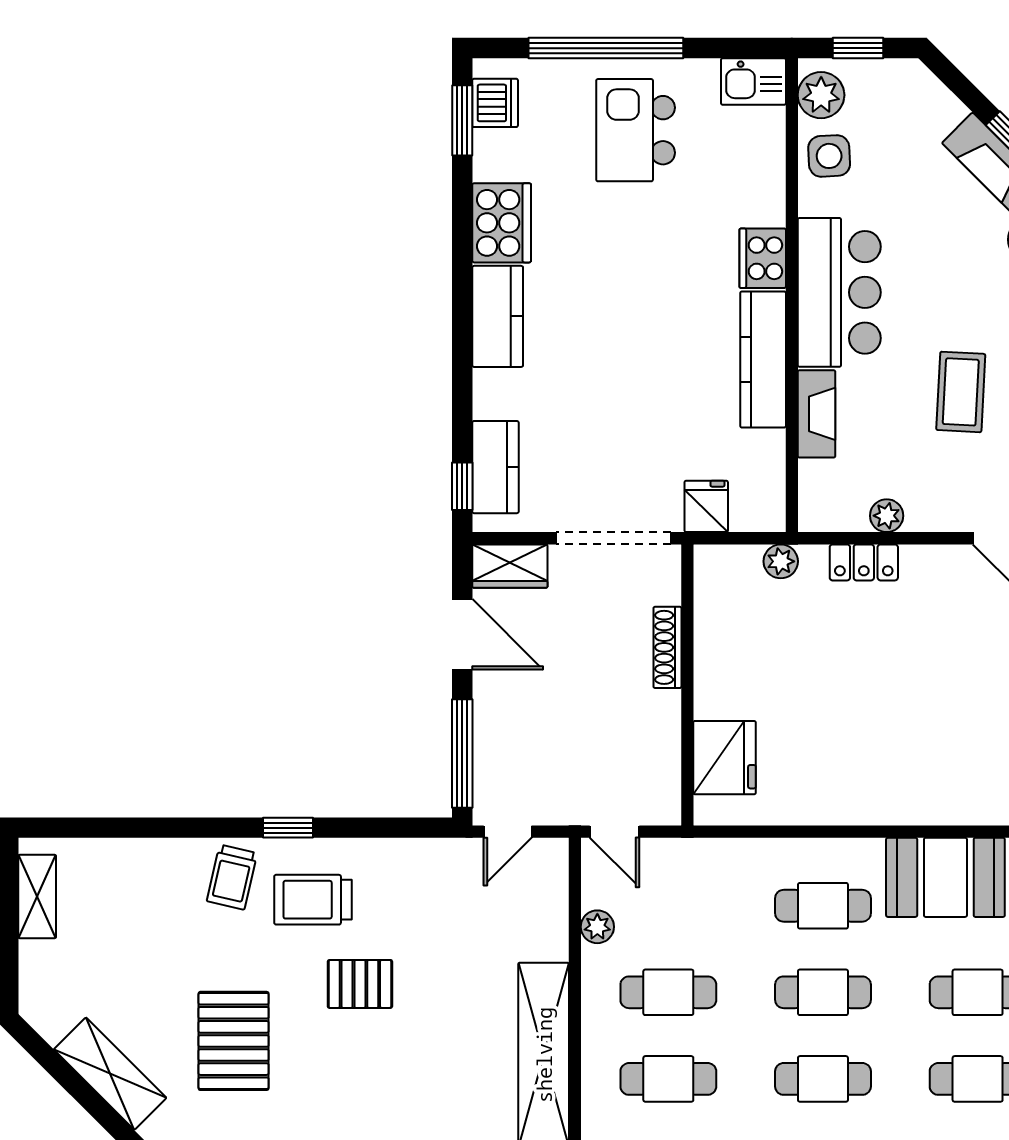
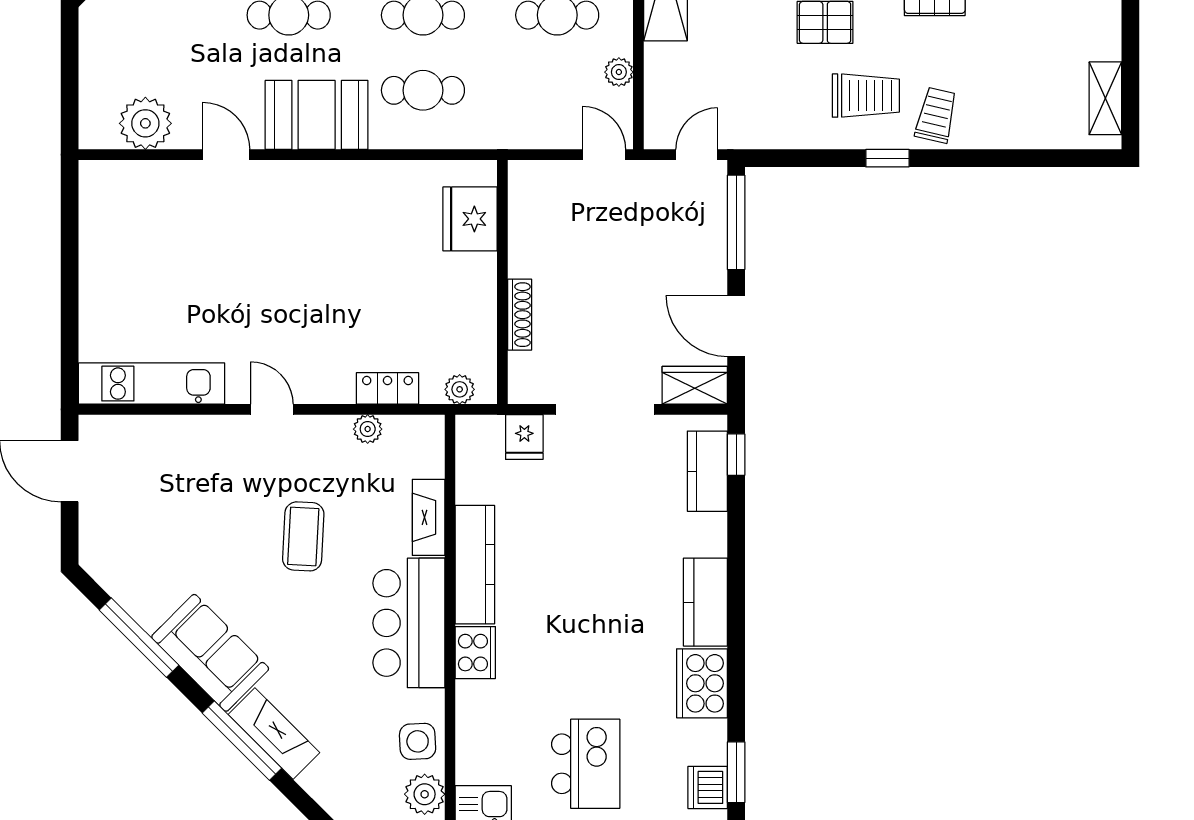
shoe rack: (667, 647) -> (520, 315), moved
wall: (687, 685) -> (502, 282), moved
fridge: (725, 758) -> (470, 219), moved

